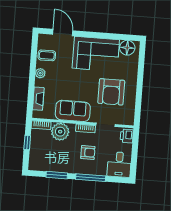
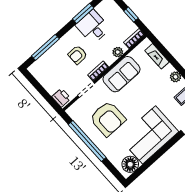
window: (139, 91) -> (87, 141), added
armchair: (111, 92) -> (108, 119), turned 180
plant: (60, 132) -> (118, 52), width x0.53, depth x0.53
desk: (119, 164) -> (93, 27), moved
window: (91, 178) -> (45, 47), moved

